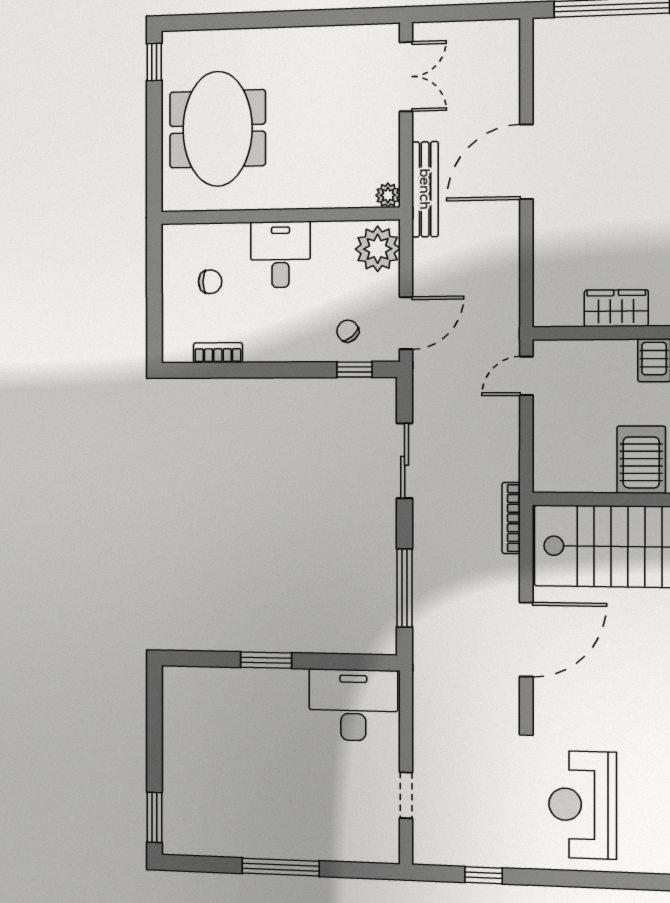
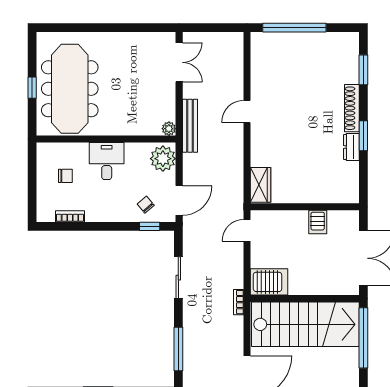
window: (154, 62) -> (32, 88), moved
meeting table: (218, 129) -> (70, 89), width x1.36
door: (526, 162) -> (247, 112), width x0.53
wardrobe: (616, 308) -> (261, 185), moved, turned 90
server rack: (641, 460) -> (269, 282), moved, turned 90
bookcase: (511, 518) -> (239, 302), width x0.64

